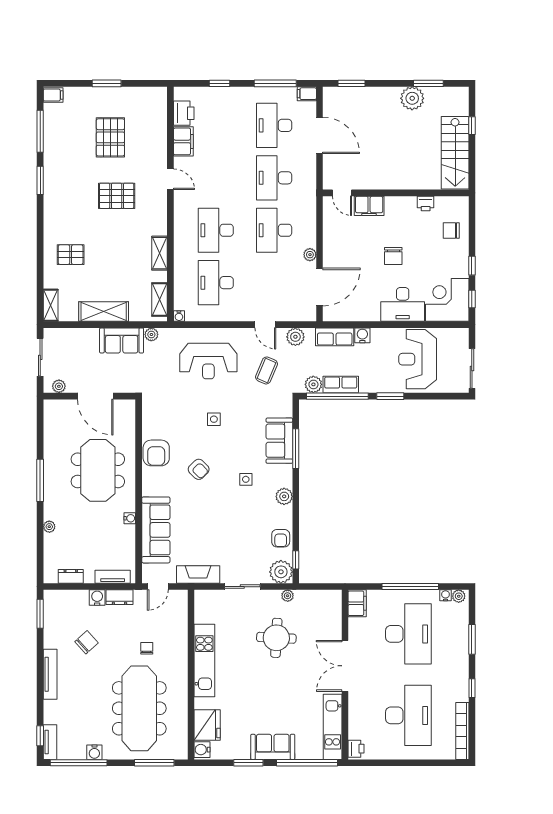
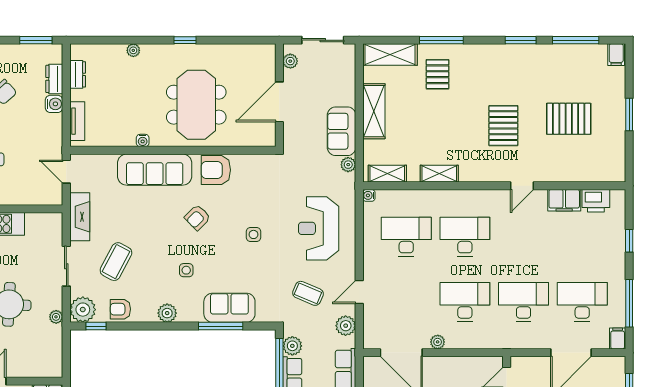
window: (40, 251) -> (441, 40), added
shelving: (51, 305) -> (390, 55), width x1.50, depth x1.33
meeting table: (98, 470) -> (196, 105), turned 90
window: (40, 480) -> (185, 40), width x0.46
sofa: (156, 530) -> (155, 170), moved
coffee table: (238, 542) -> (116, 262), added
dresser: (119, 597) -> (54, 79), moved

